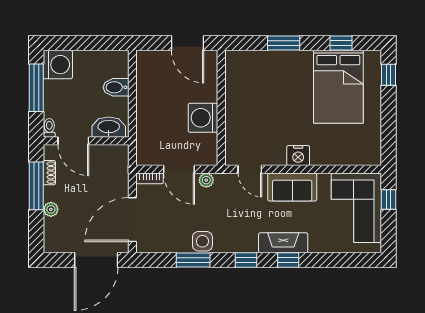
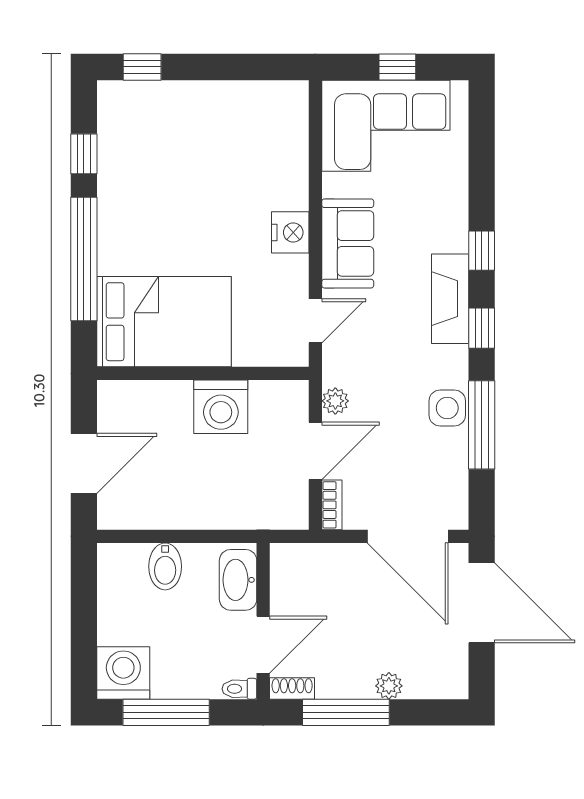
door: (188, 43) -> (84, 463), moved
window: (284, 43) -> (84, 259), width x2.11
bed: (338, 87) -> (164, 322), moved
shoe rack: (49, 173) -> (292, 689), moved
window: (388, 199) -> (397, 67), moved
fireplace: (283, 243) -> (450, 299), moved
window: (193, 260) -> (482, 425), width x1.44

